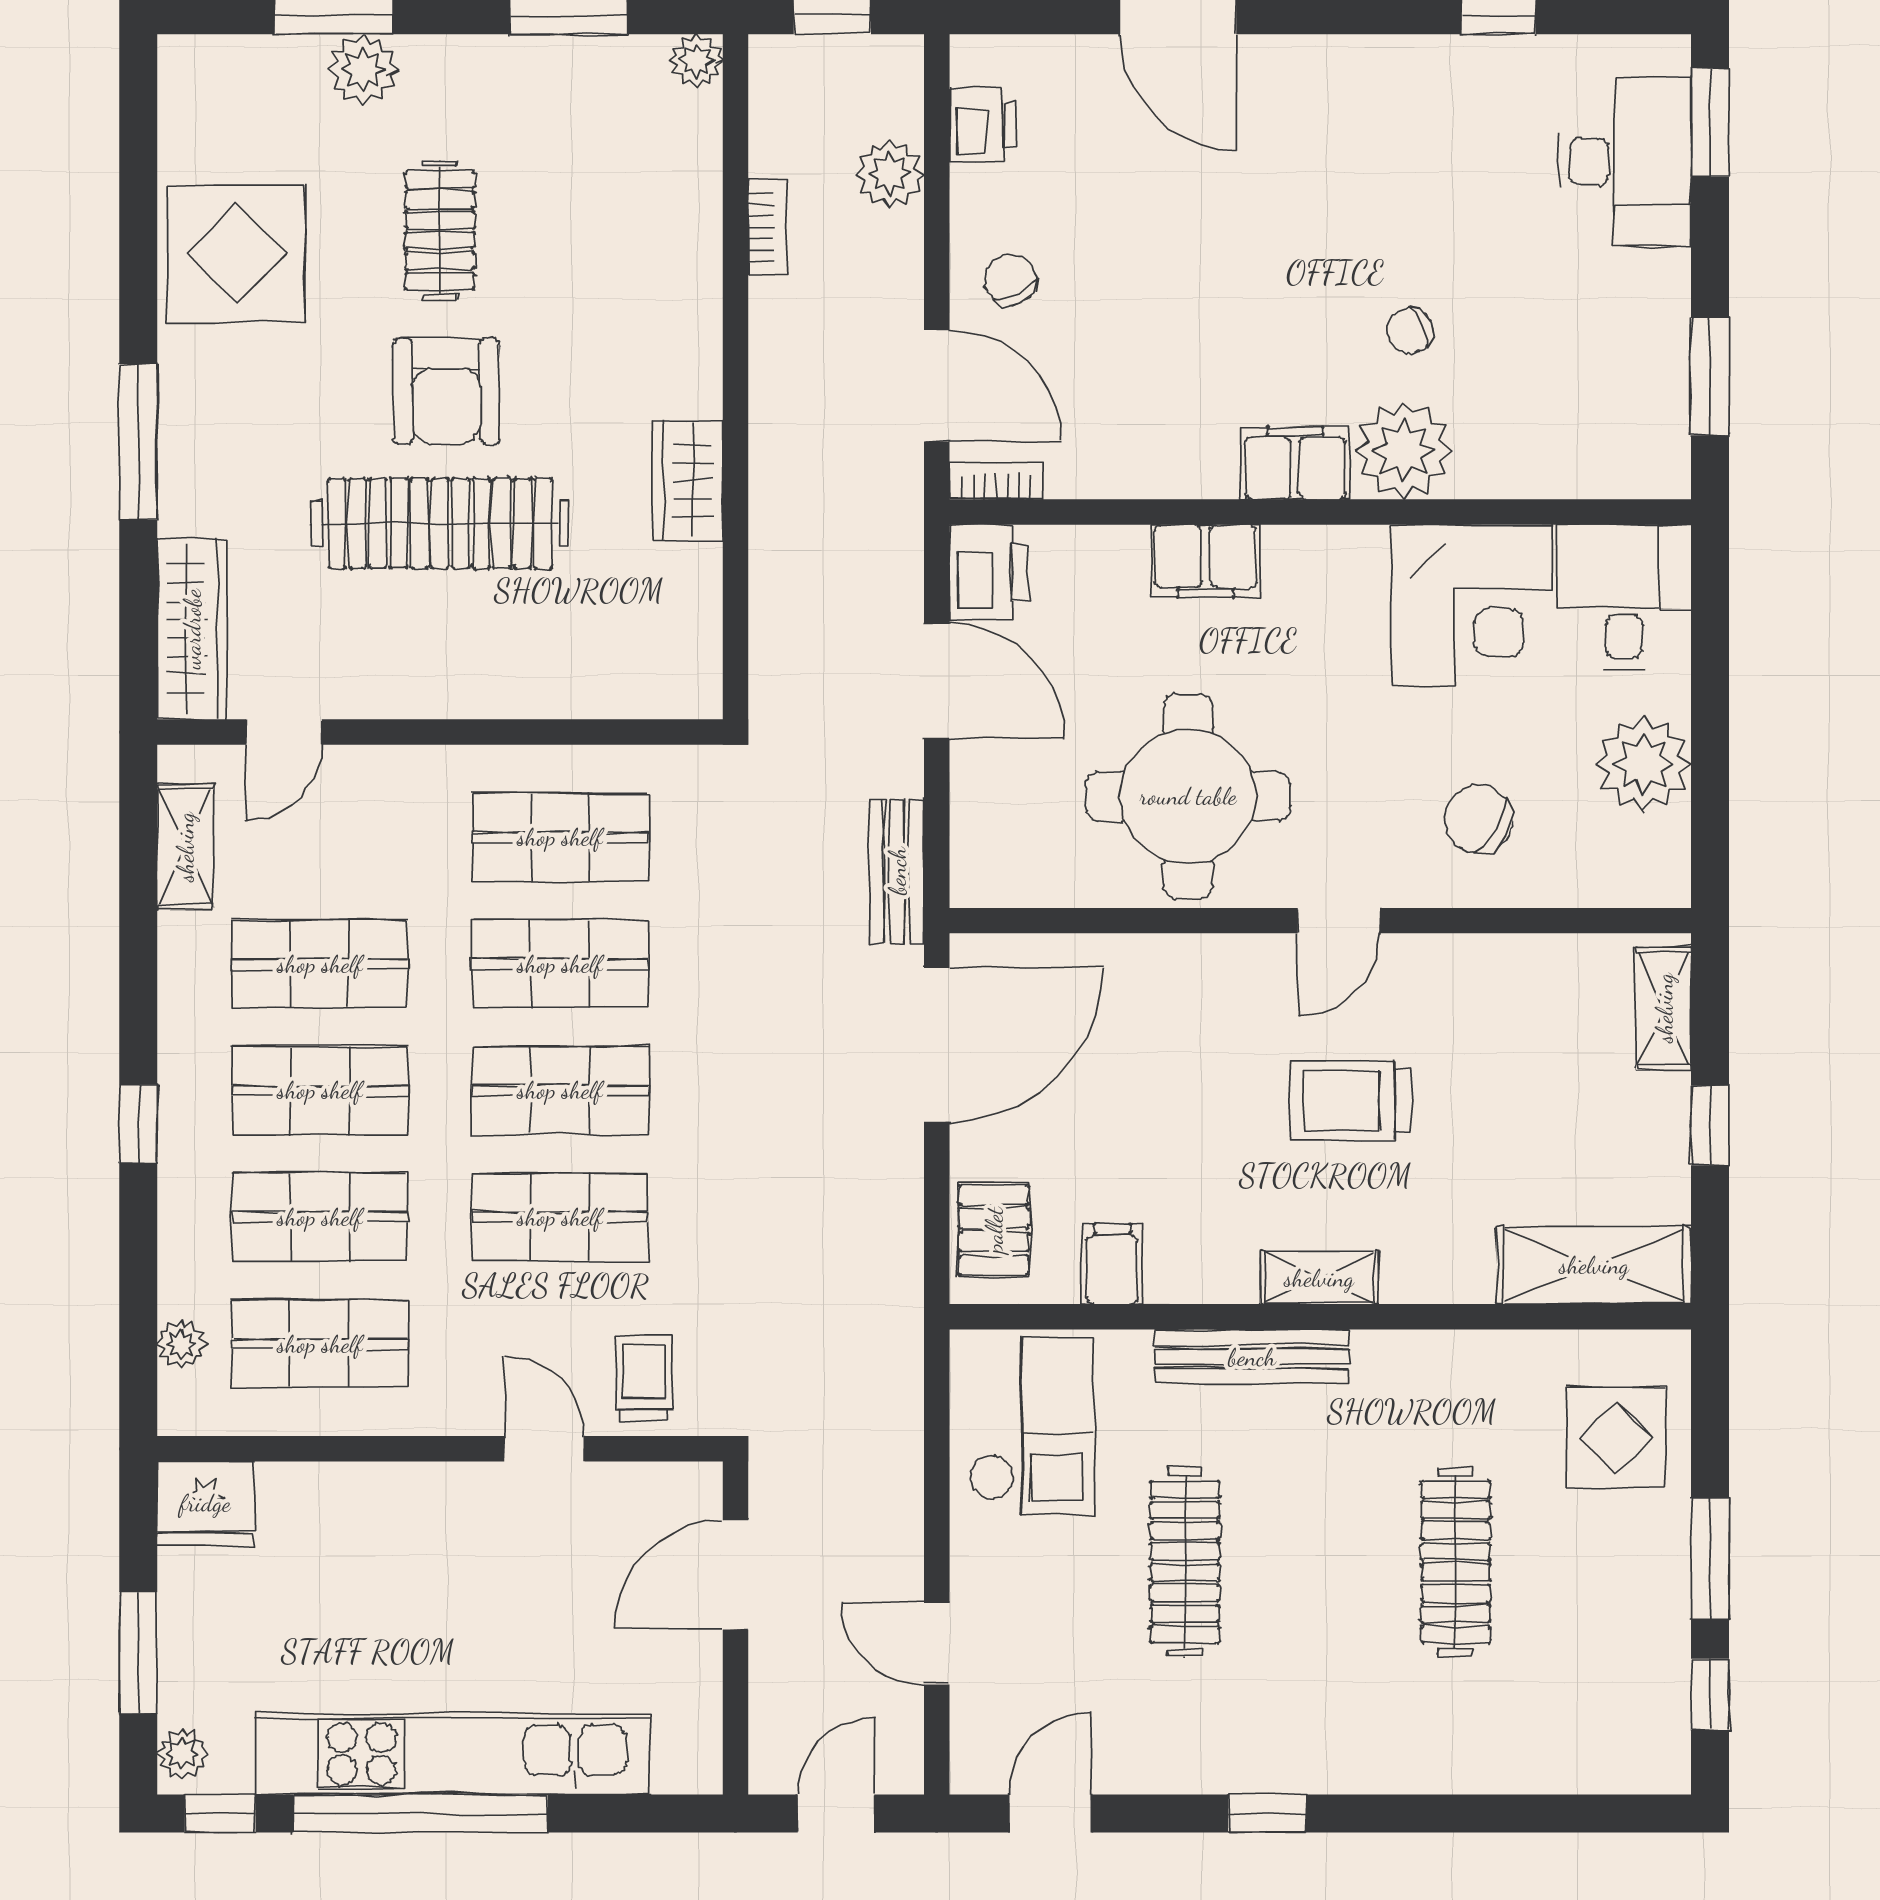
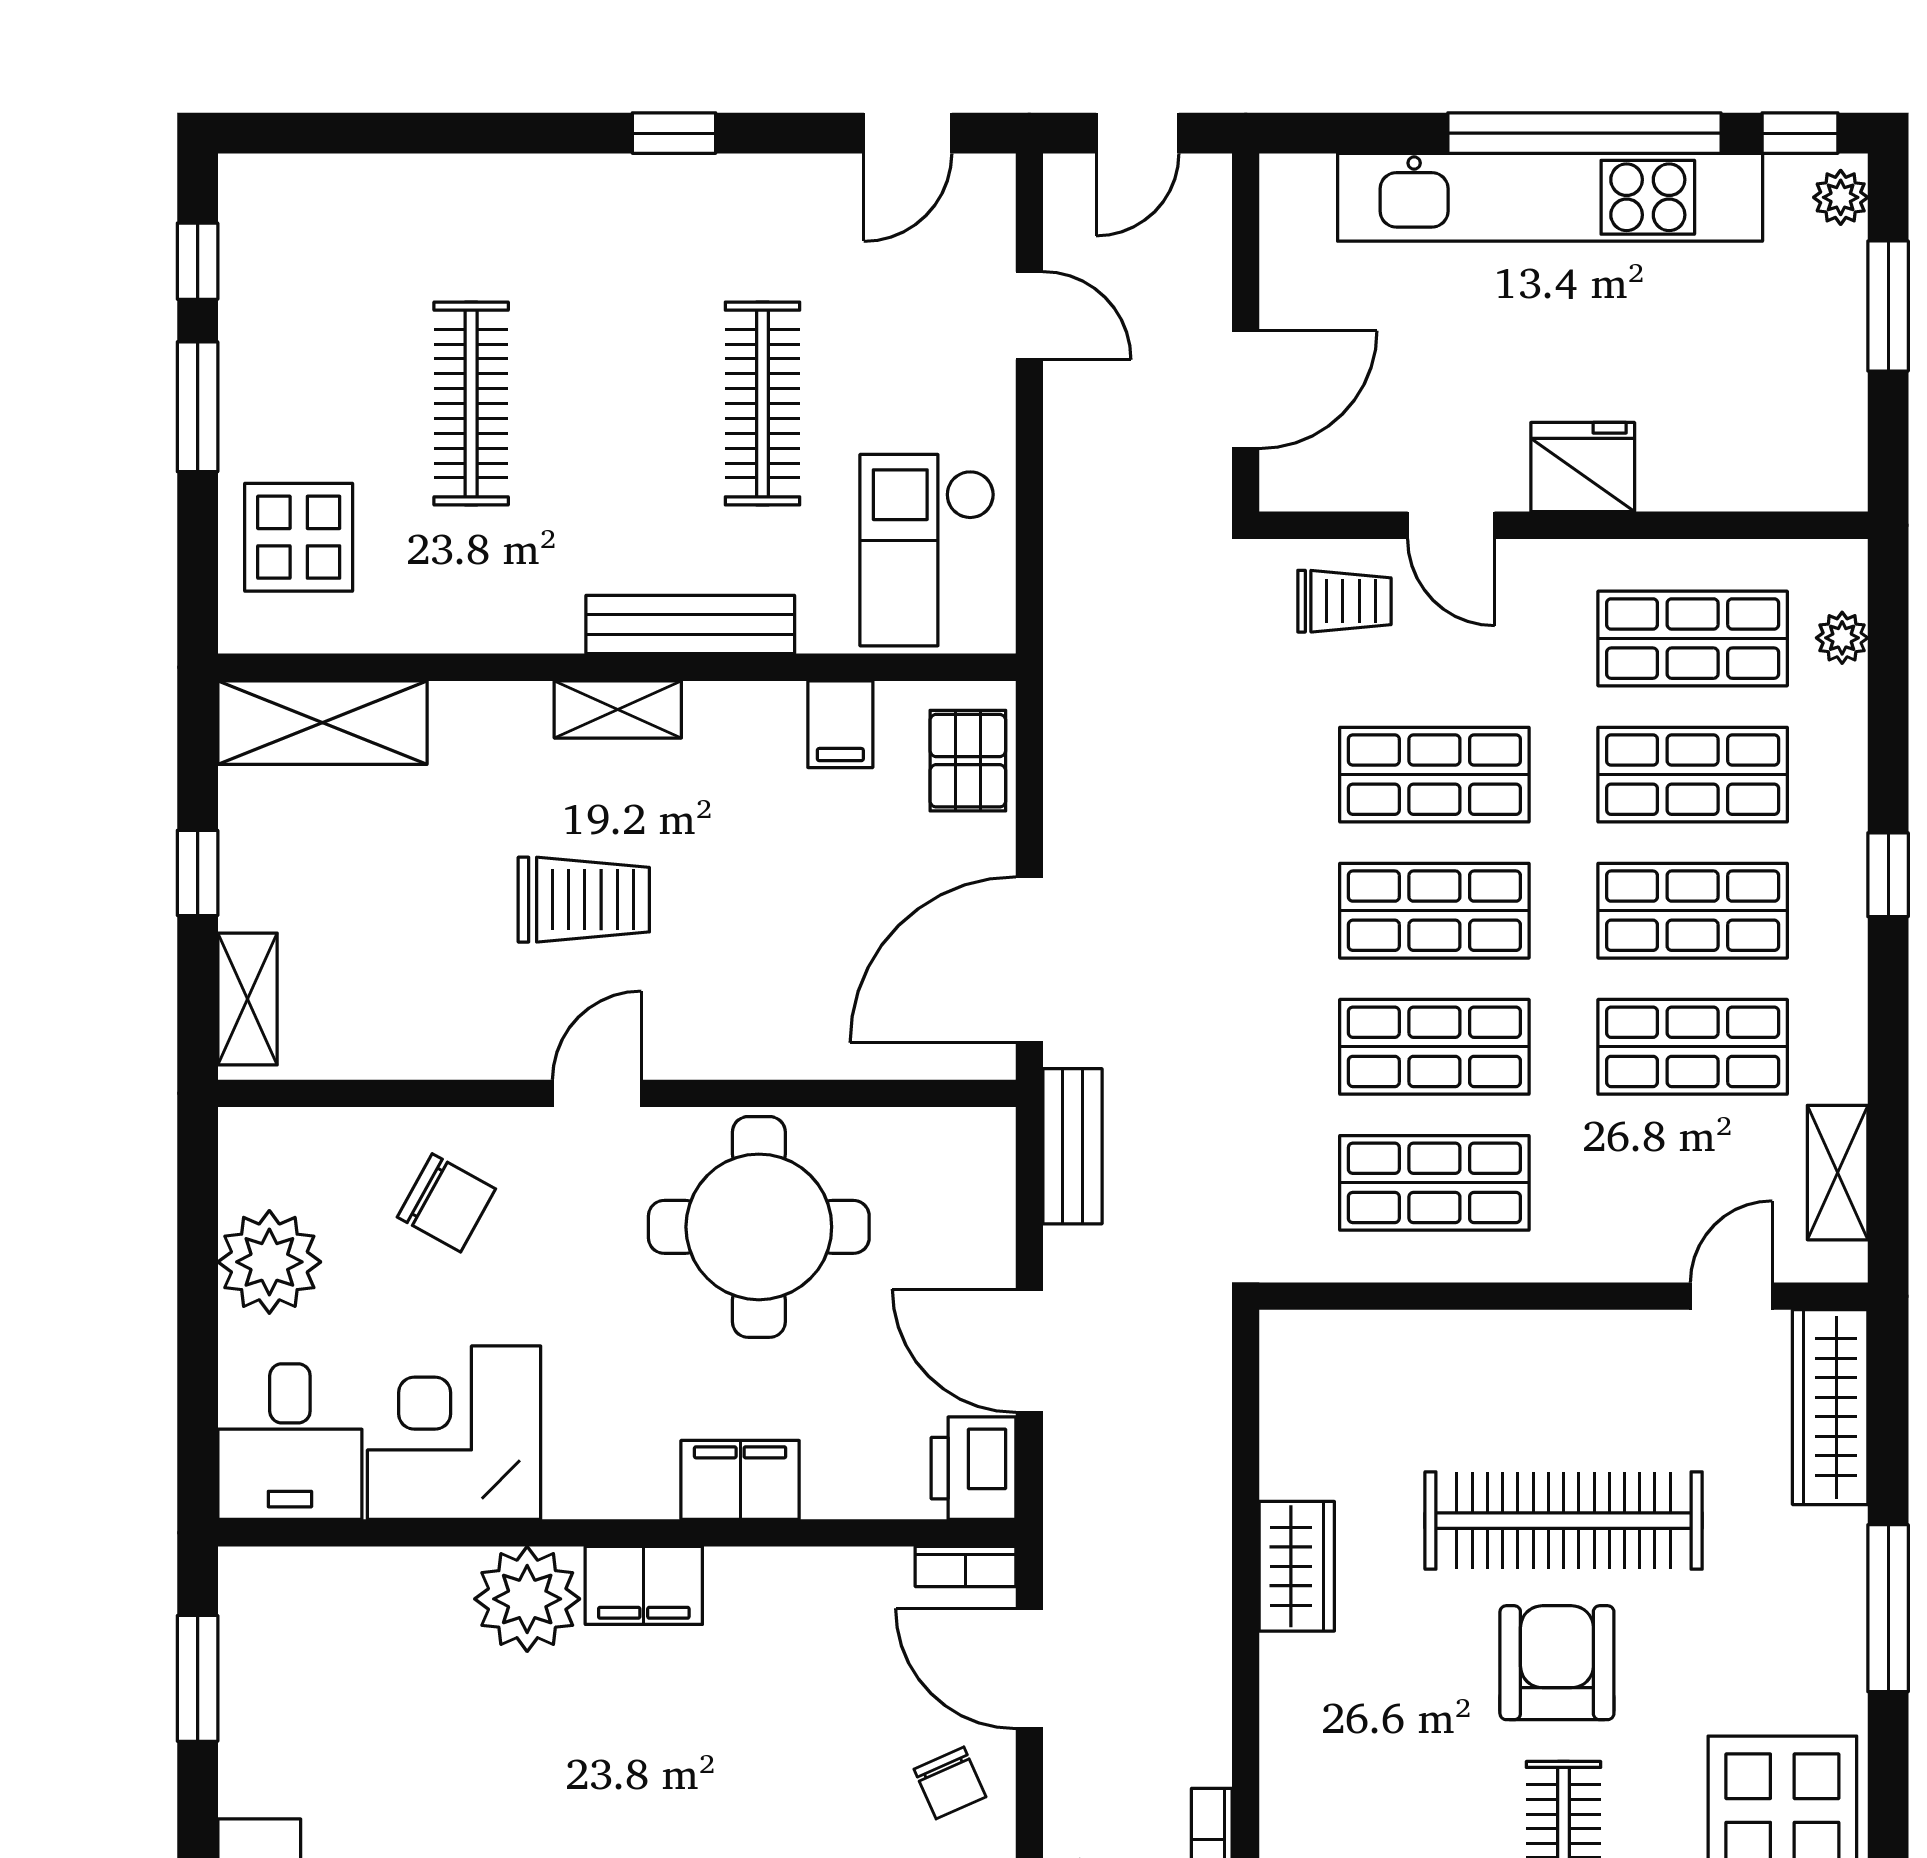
chair: (1410, 331) -> (520, 1728), removed
trolley: (644, 1378) -> (1344, 601), turned -90
fridge: (205, 1503) -> (1583, 467), moved

